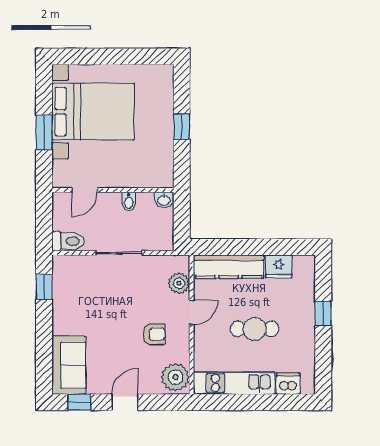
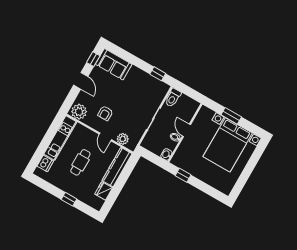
window: (182, 127) -> (183, 175), moved
door: (84, 190) -> (186, 130), moved

